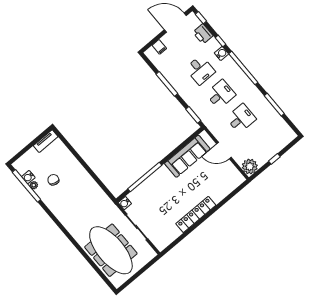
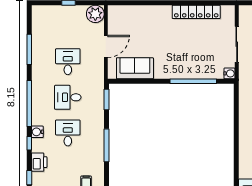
desk: (241, 118) -> (68, 62), turned 90
door: (224, 151) -> (106, 46), hinge flipped
sofa: (187, 156) -> (135, 68), width x0.73
locker: (196, 214) -> (196, 12), moved

